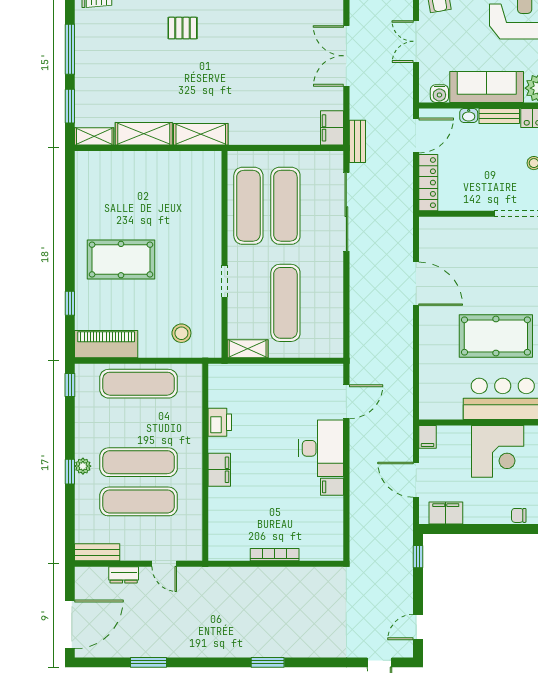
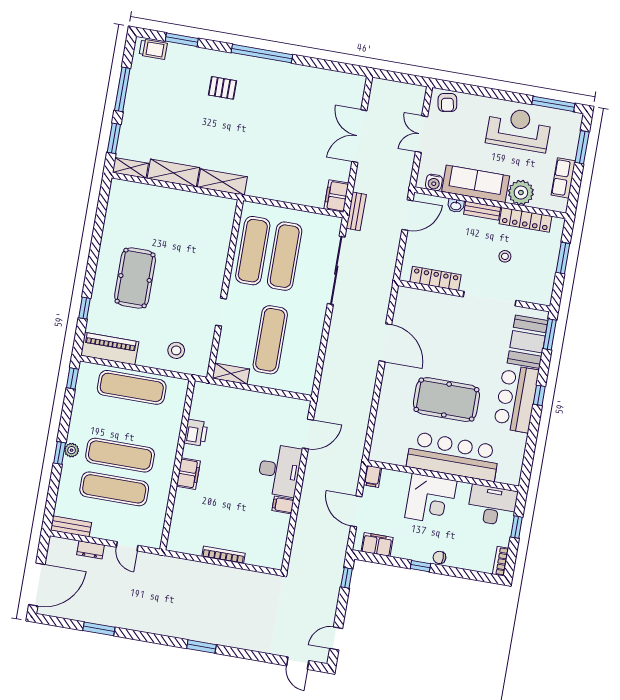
locker: (428, 183) -> (435, 278), moved, turned -90
pool table: (121, 260) -> (135, 278), turned 90
window: (499, 529) -> (420, 566), added

